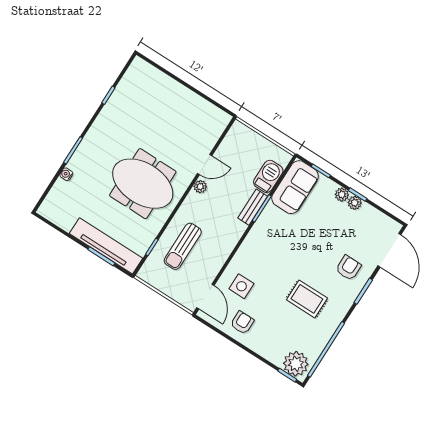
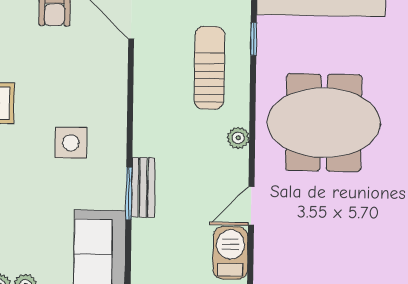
barbecue: (268, 176) -> (230, 253), moved, turned 180
plant: (200, 187) -> (238, 138), moved
side table: (241, 286) -> (71, 143), moved

